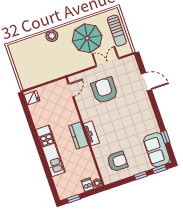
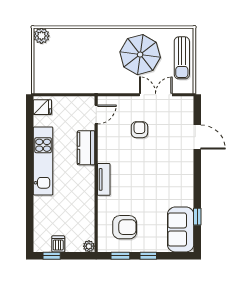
plant: (52, 36) -> (41, 36), moved
armchair: (105, 90) -> (139, 130), width x0.53, depth x0.53
kitchen counter: (79, 135) -> (86, 148), moved
kitchen unit: (51, 151) -> (43, 161), moved
window: (159, 169) -> (120, 256), moved
dishwasher: (87, 185) -> (58, 244), moved

